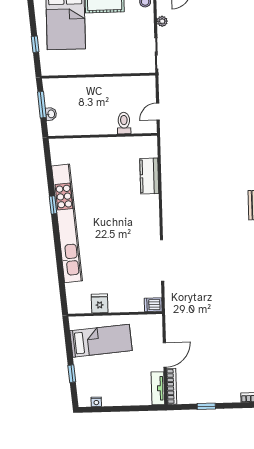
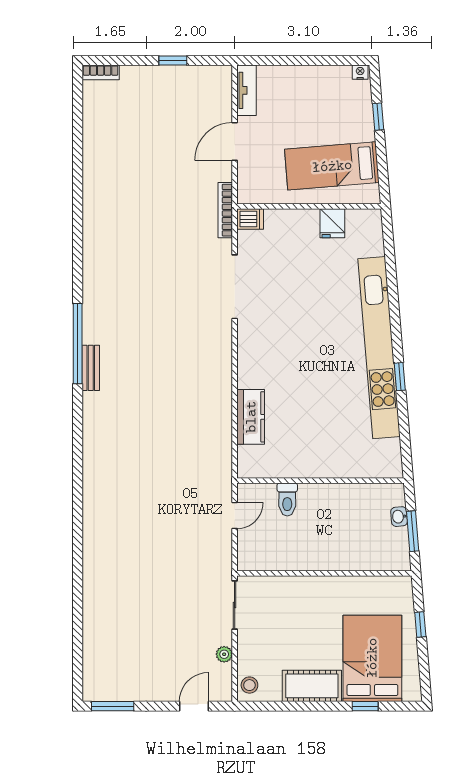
bookcase: (172, 386) -> (225, 210), moved
nightstand: (96, 402) -> (360, 72), moved

